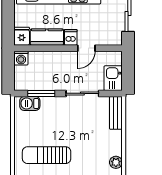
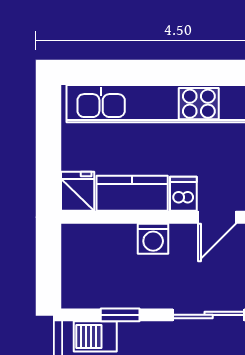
washing machine: (21, 58) -> (153, 239), moved
window: (41, 93) -> (120, 315), width x0.67

